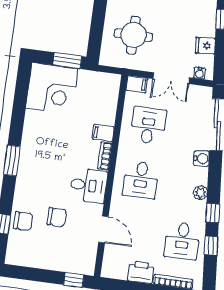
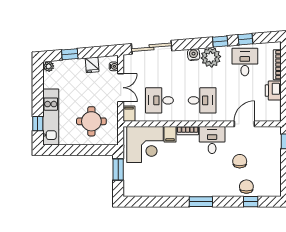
corner desk: (52, 88) -> (145, 144), moved, turned 90
water cooler: (202, 159) -> (194, 55), moved
plant: (200, 193) -> (211, 57), width x1.88, depth x1.88
desk: (182, 241) -> (245, 62), turned -90

